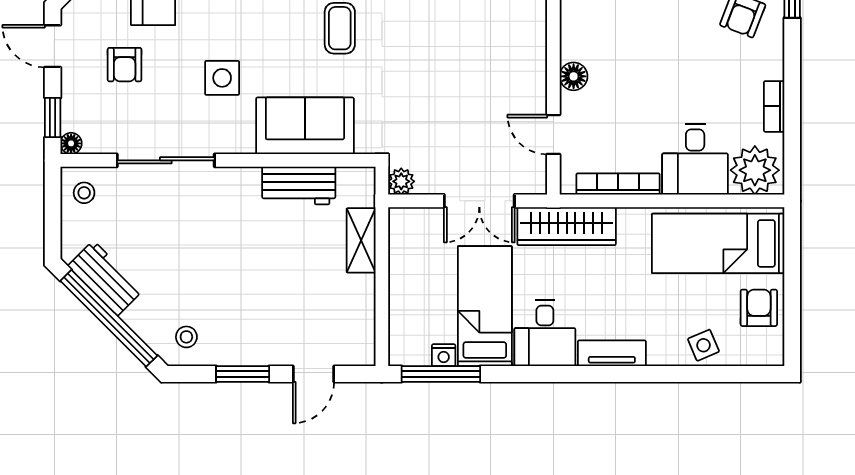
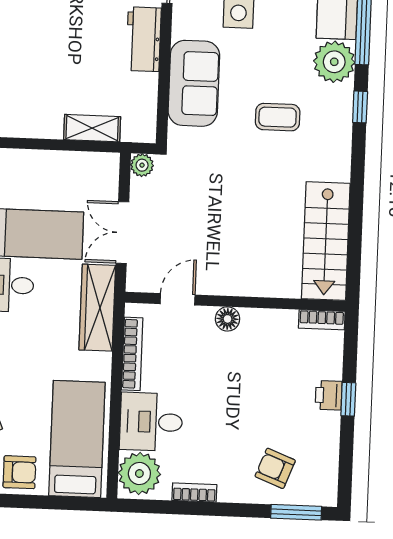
workbench: (299, 185) -> (144, 39), moved

